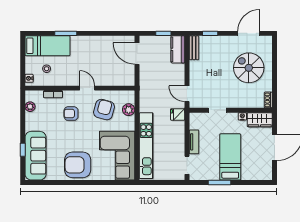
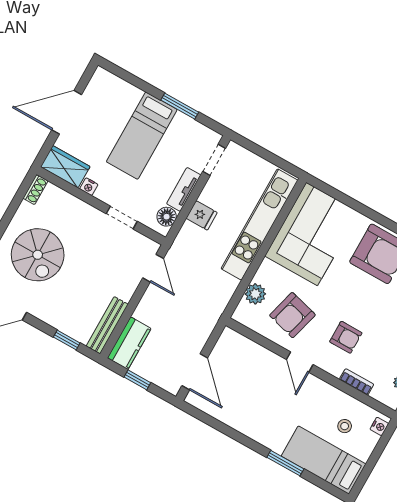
bench: (194, 48) -> (107, 325), width x1.36
fridge: (178, 114) -> (202, 215), moved
floor lamp: (195, 123) -> (167, 217), added

